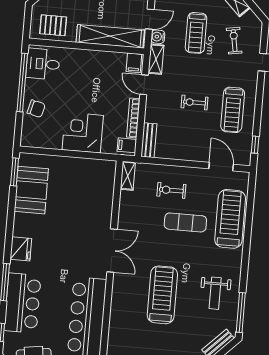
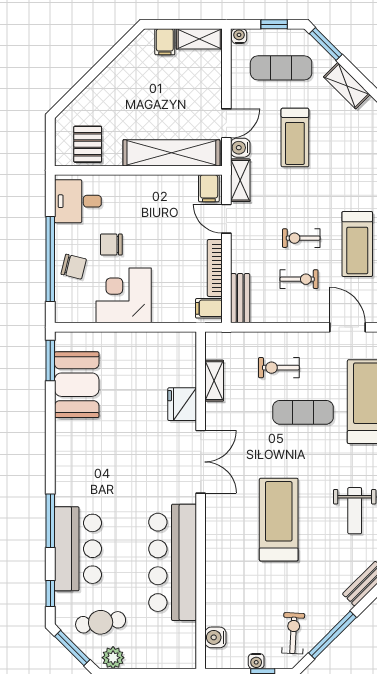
pallet: (53, 25) -> (88, 144), turned 90
exercise bike: (234, 41) -> (299, 279), moved, turned 100
window: (22, 82) -> (50, 259), moved
chair: (63, 96) -> (111, 245), added
corner desk: (83, 133) -> (124, 295), moved
shelving: (128, 176) -> (214, 381), moved
fridge: (21, 249) -> (182, 404), moved, turned 180

